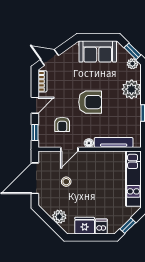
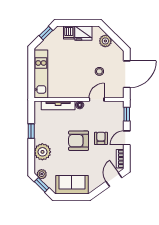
door: (49, 58) -> (114, 179), swing flipped
armchair: (62, 124) -> (101, 138), moved

